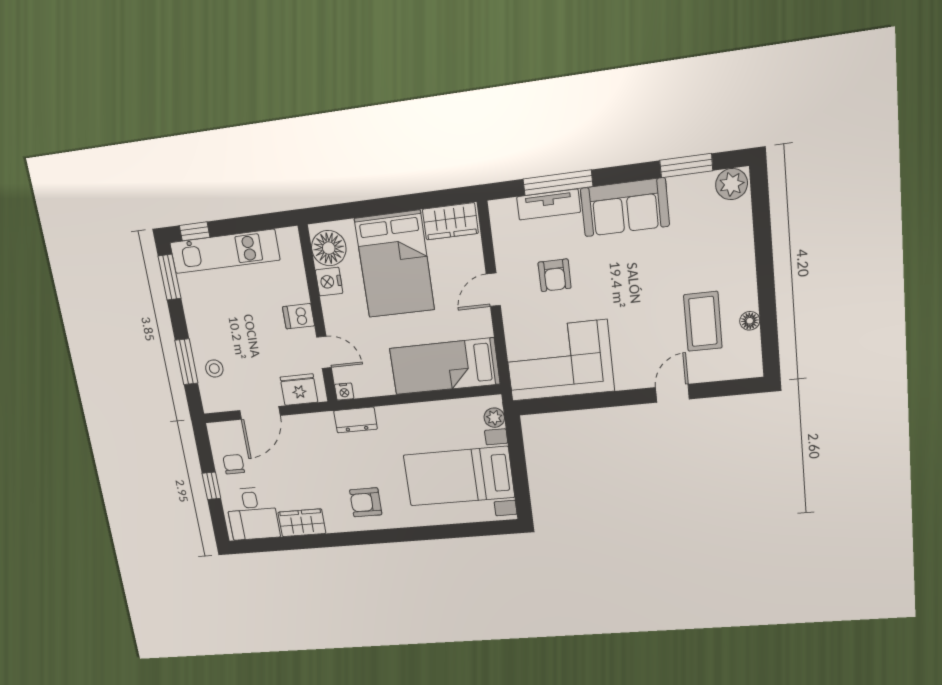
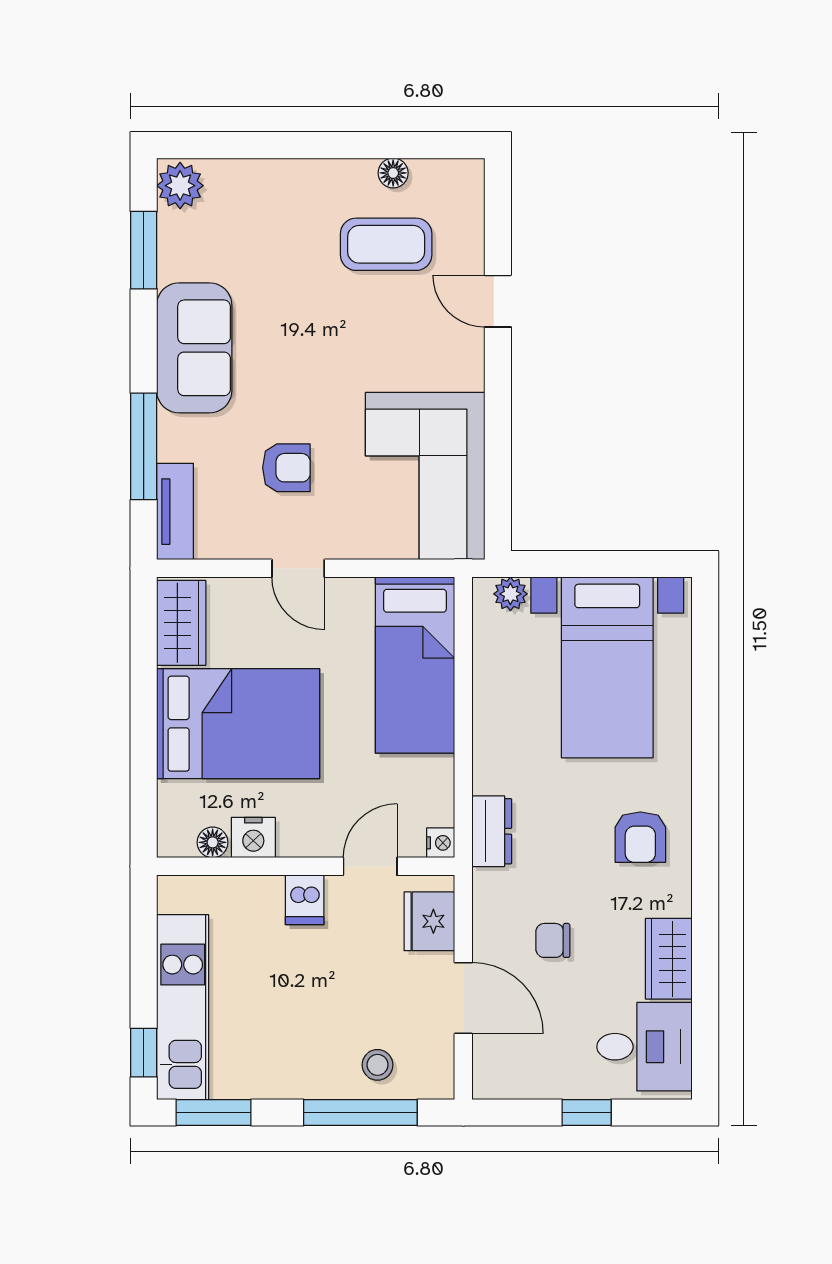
tv unit: (549, 205) -> (175, 512), moved
floor lamp: (329, 248) -> (213, 842), width x0.53, depth x0.53
window: (187, 362) -> (360, 1113), width x1.44
chair: (234, 464) -> (553, 940), moved

